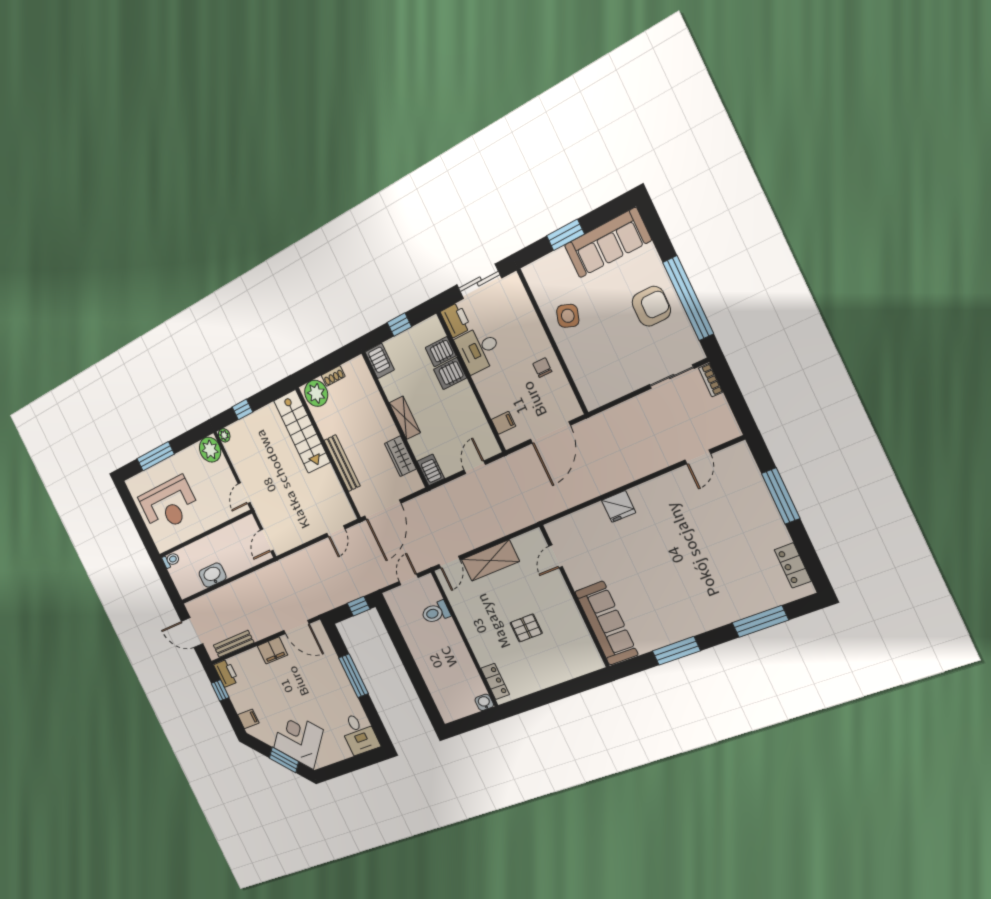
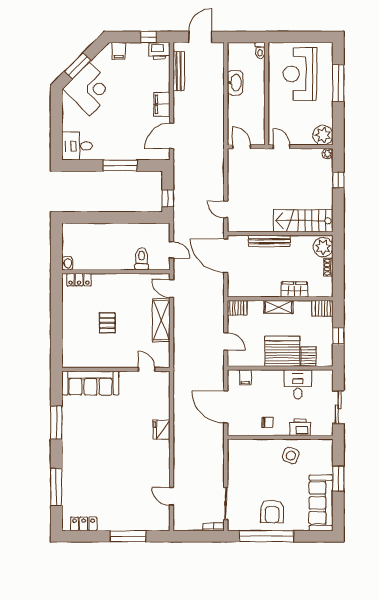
printer: (456, 320) -> (300, 427), moved, turned 180
server rack: (450, 374) -> (282, 351), width x2.18, depth x1.44
wardrobe: (400, 456) -> (295, 290), moved

